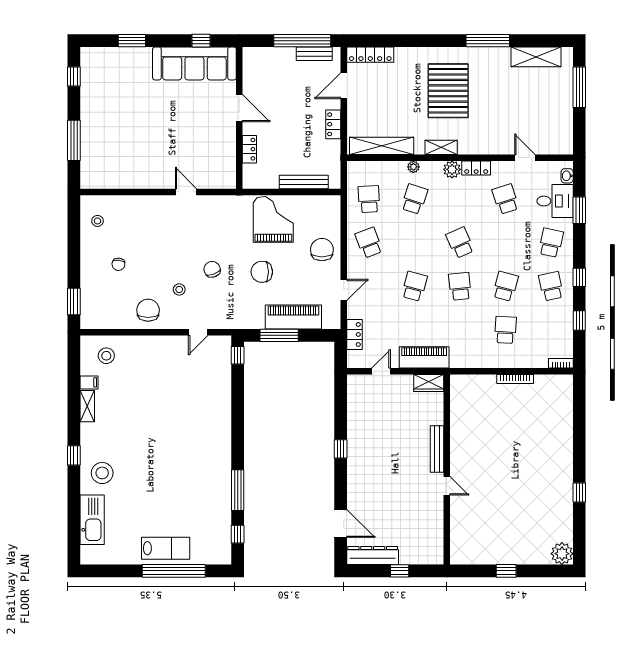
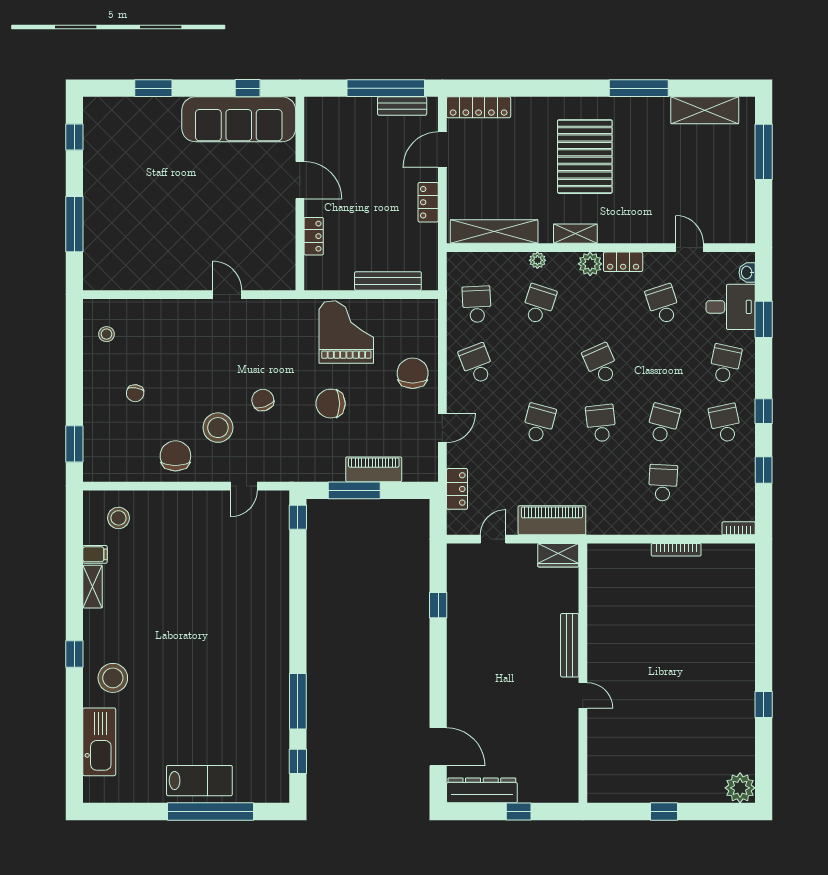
stool: (179, 289) -> (218, 428), width x1.89, depth x1.89
piano: (293, 317) -> (374, 469), width x0.73, depth x0.75
window: (341, 449) -> (438, 605), moved

